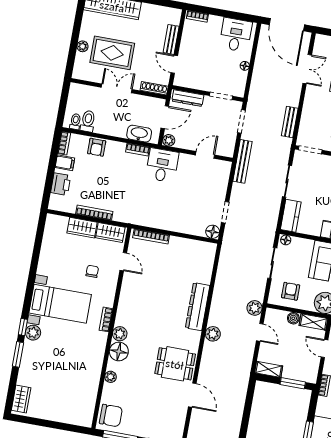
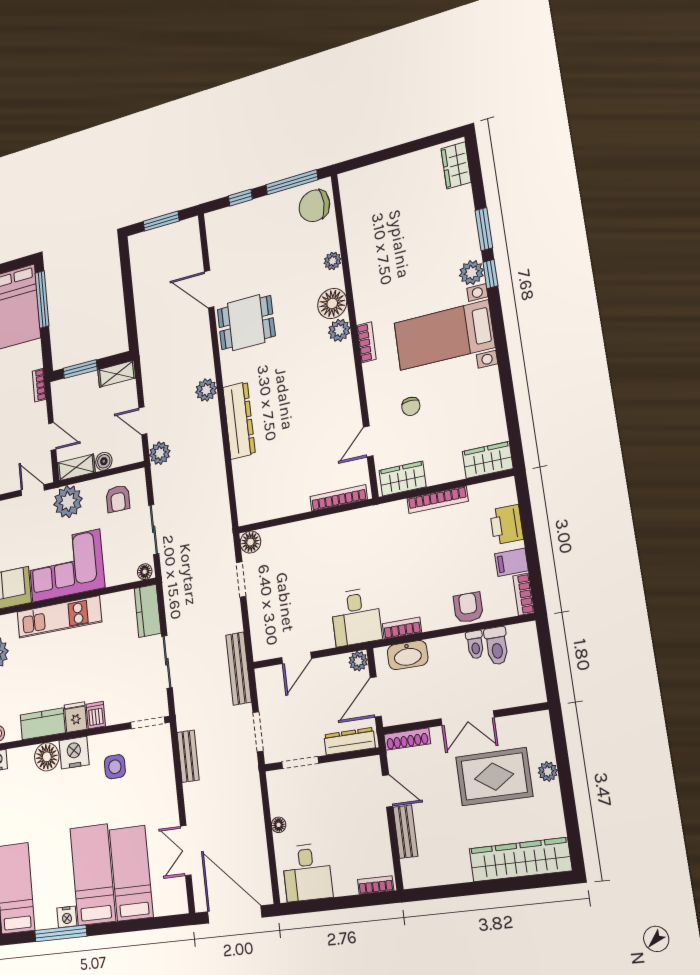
toilet: (75, 122) -> (475, 645), moved
wardrobe: (82, 228) -> (488, 460), moved
door: (123, 262) -> (368, 441), hinge flipped

